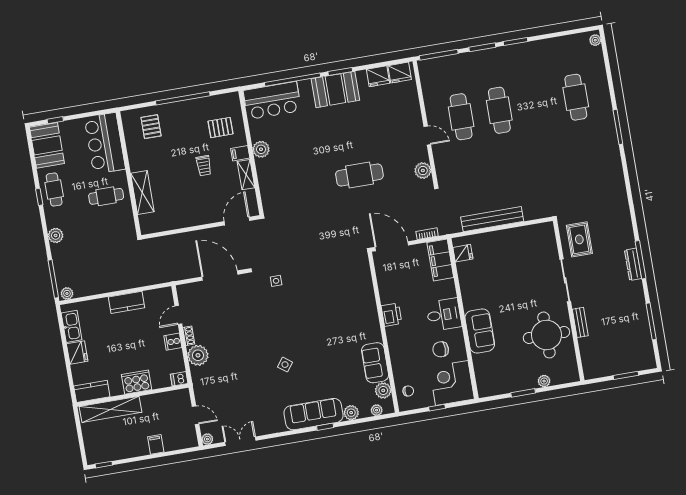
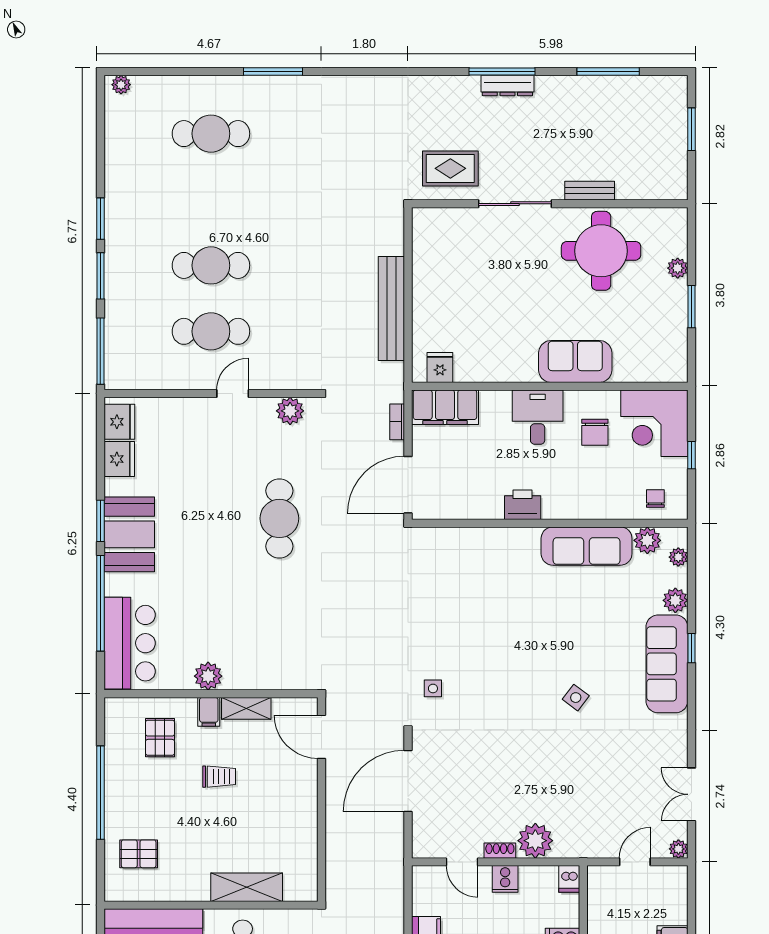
sofa: (375, 363) -> (587, 546), width x1.36

